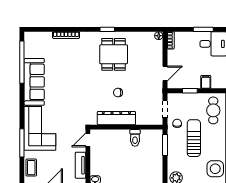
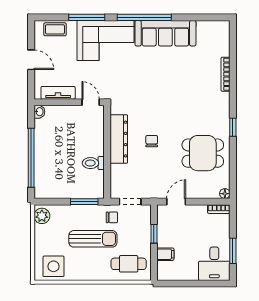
dining table: (114, 54) -> (203, 153), moved
window: (22, 62) -> (144, 17), moved
door: (165, 73) -> (176, 202), swing flipped

